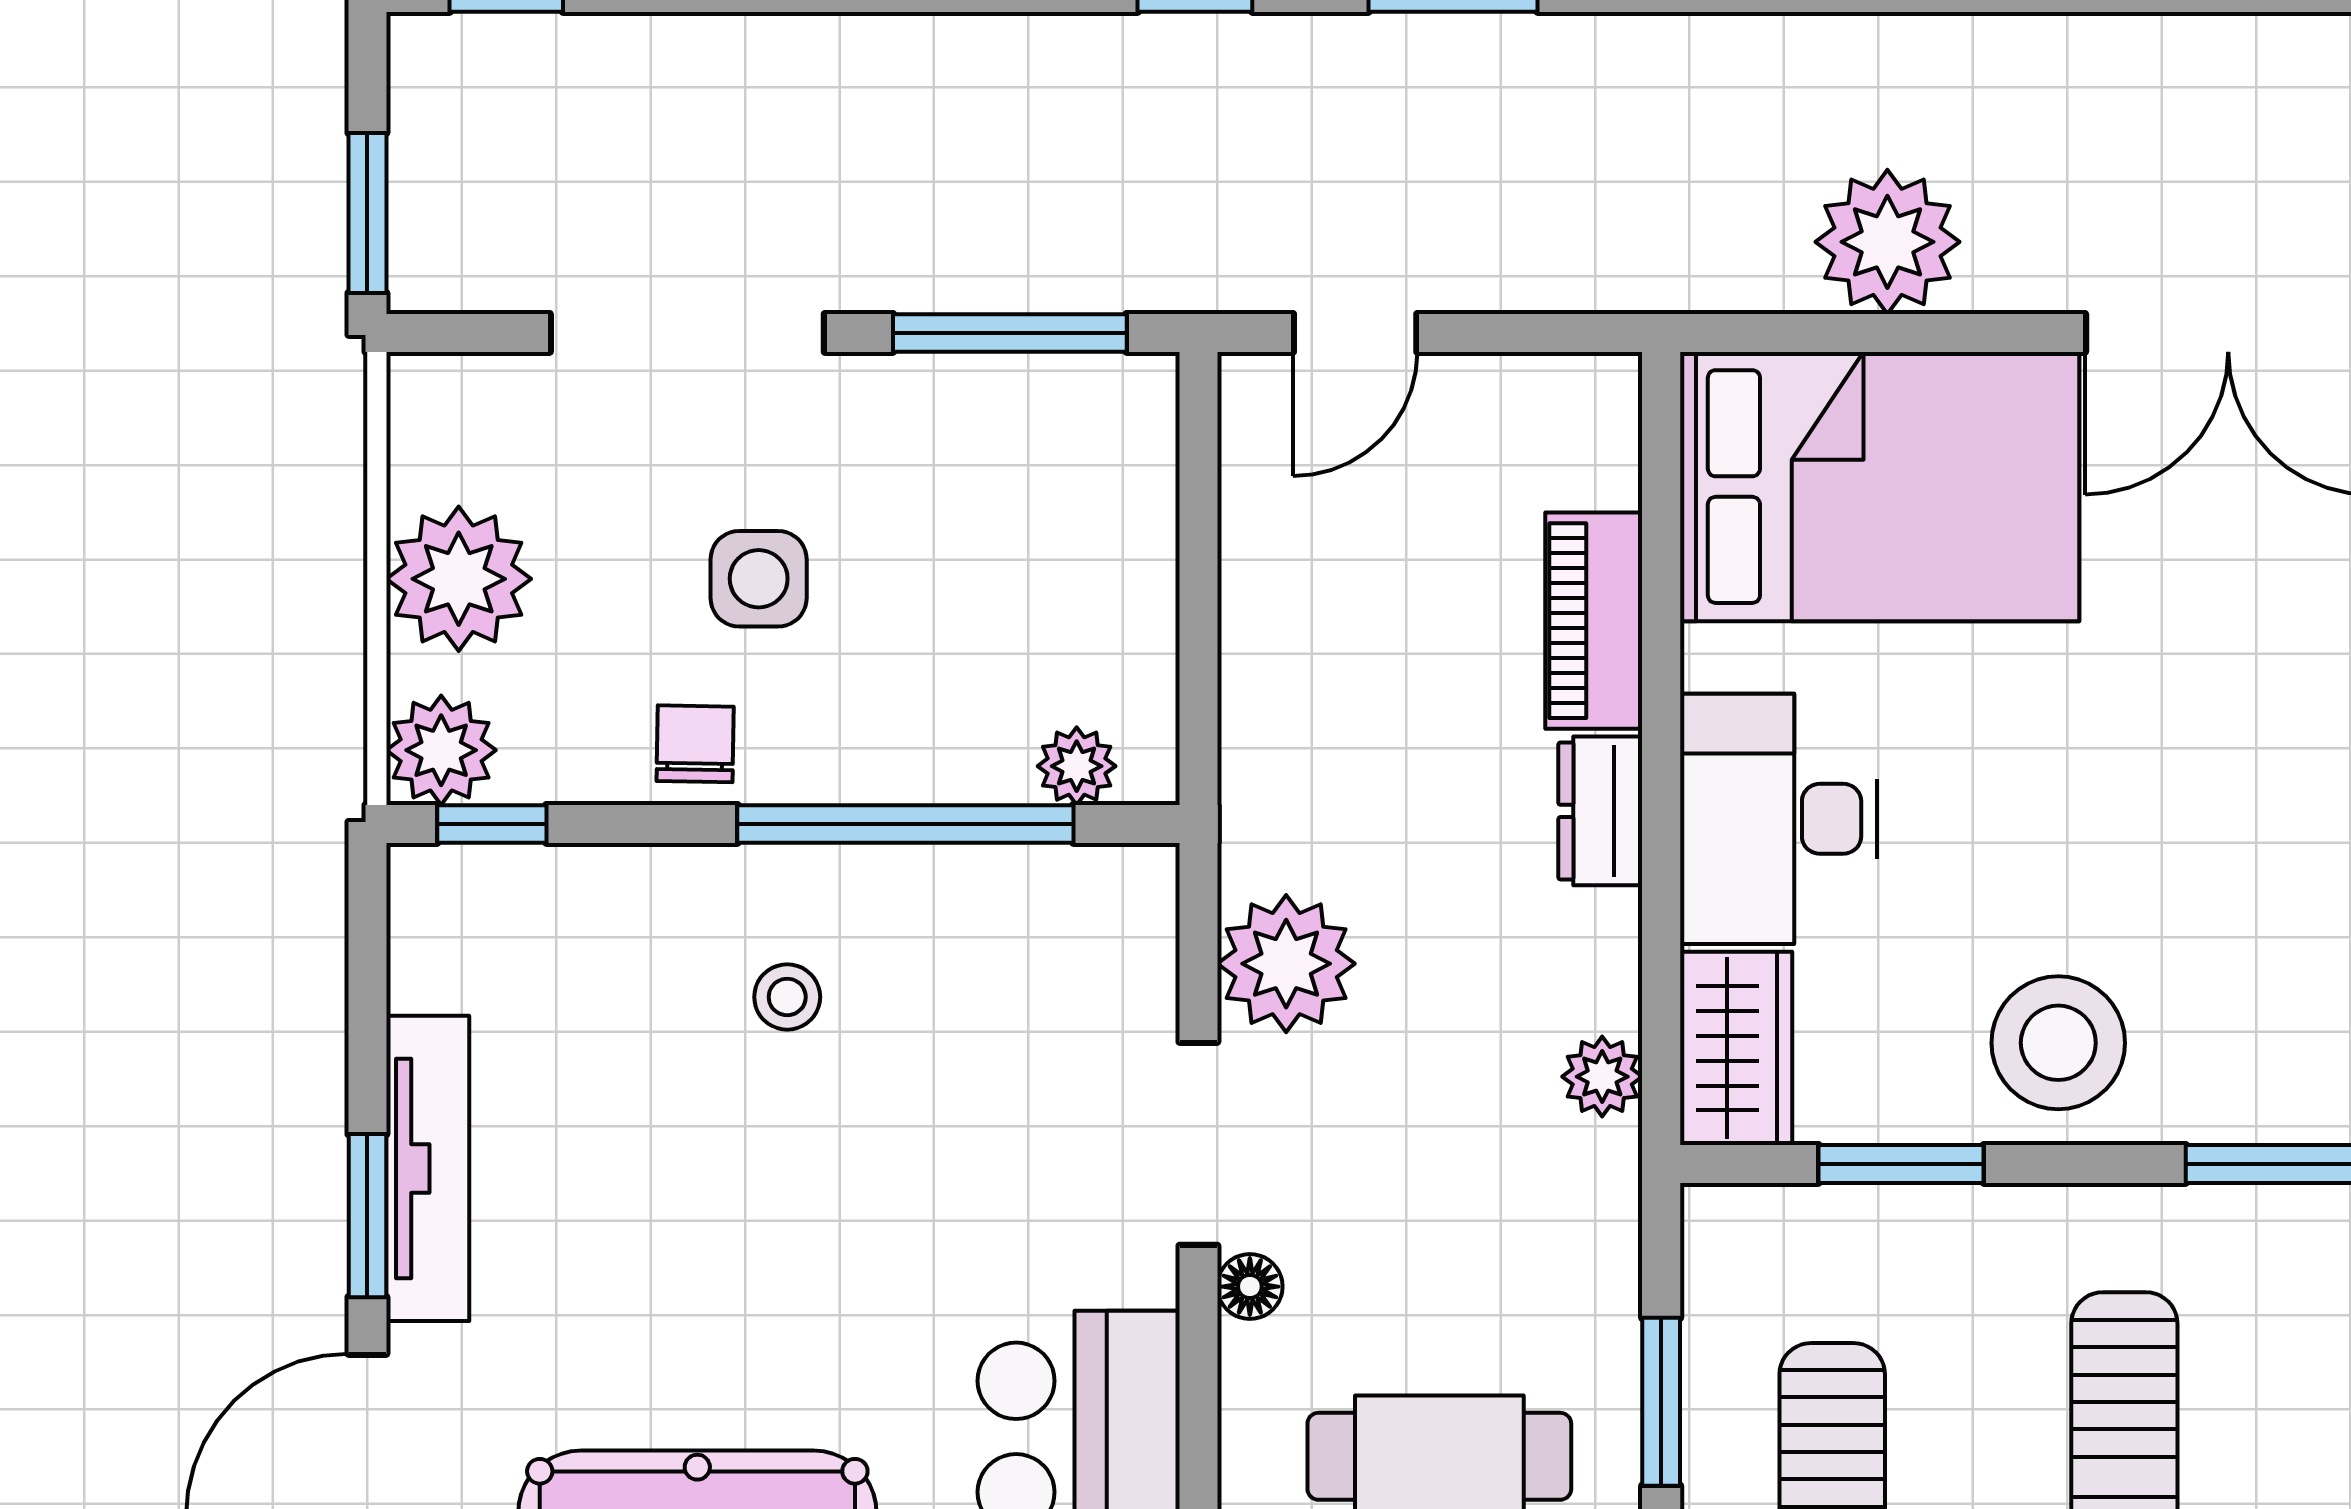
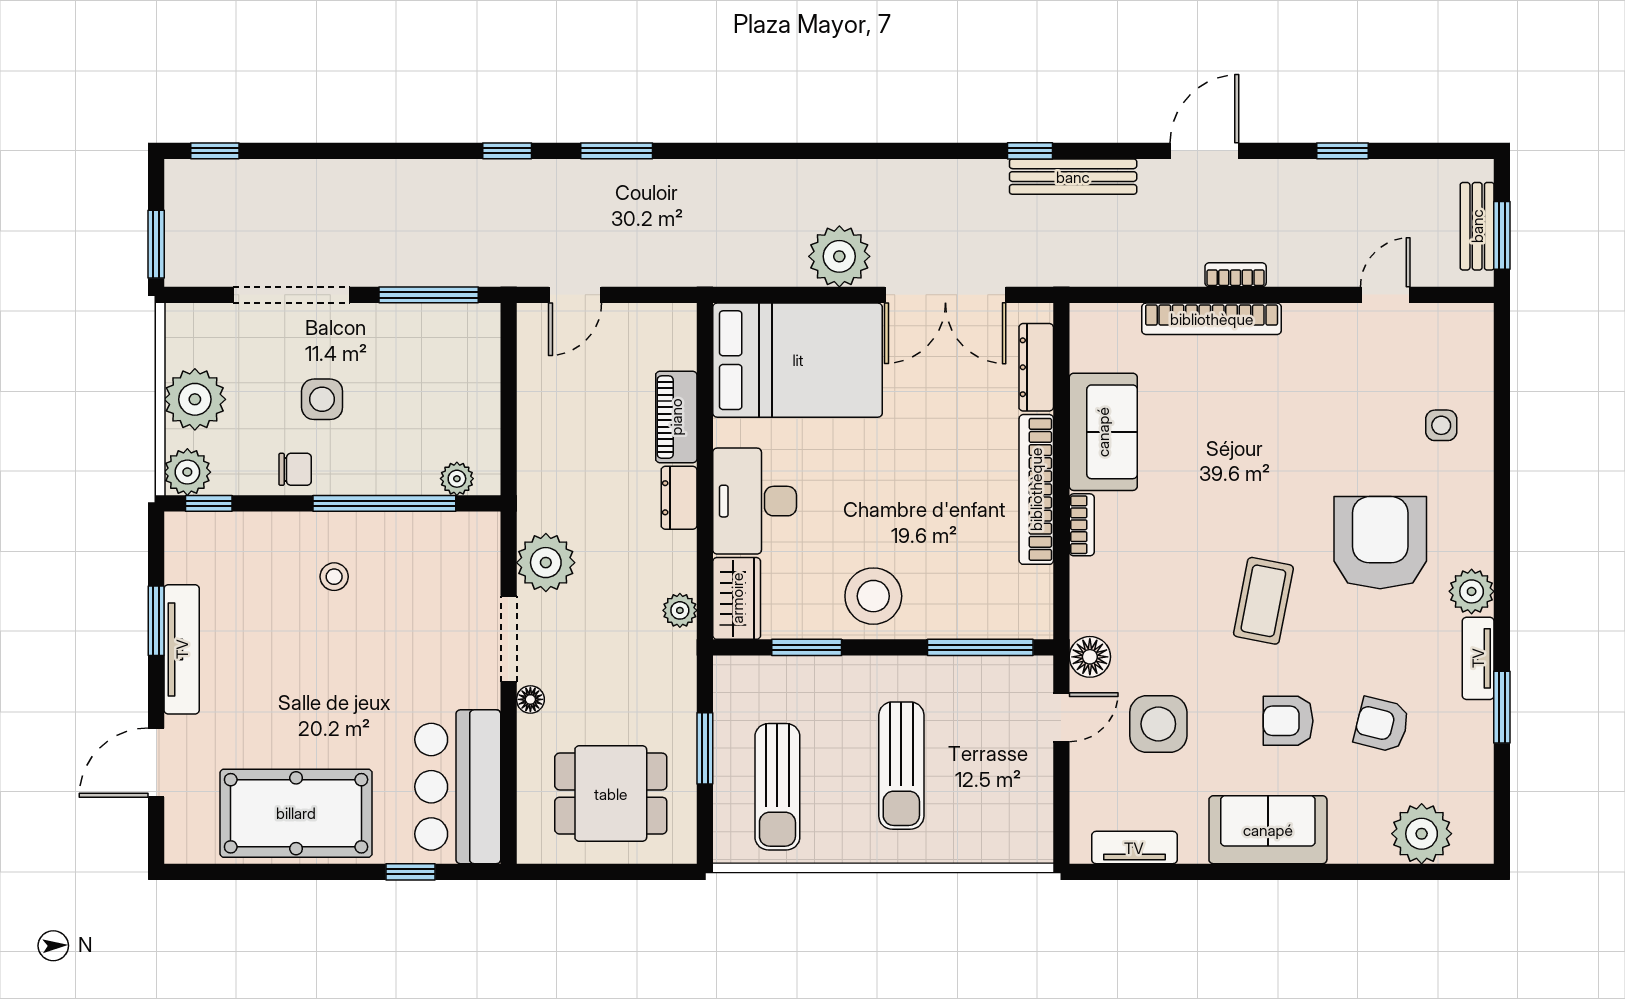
plant: (1887, 242) -> (839, 256), moved
chair: (695, 744) -> (295, 469), turned 89
window: (367, 1216) -> (156, 621), moved

